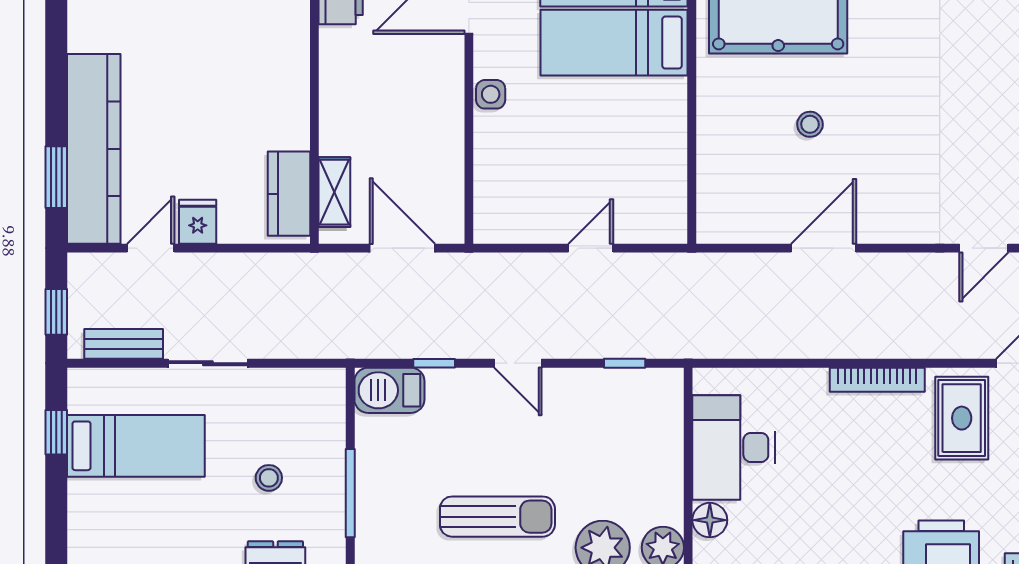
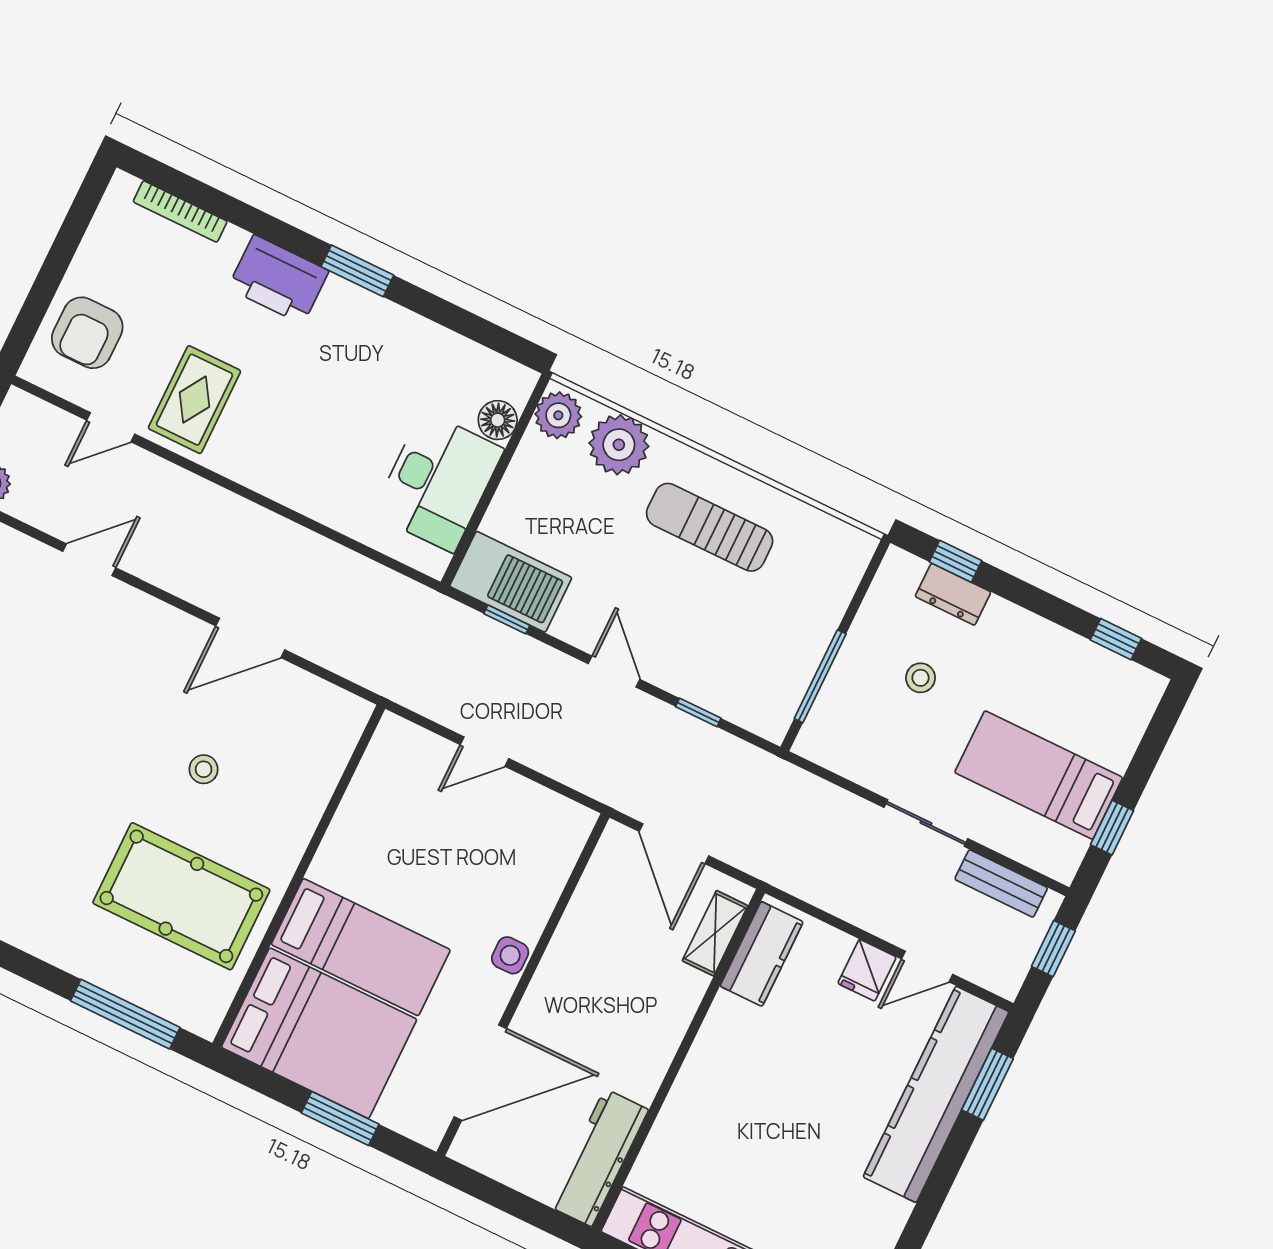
bookcase: (877, 380) -> (261, 479), removed
barbecue: (389, 390) -> (511, 582), moved, width x1.37, depth x1.21
window: (350, 493) -> (820, 676), moved

